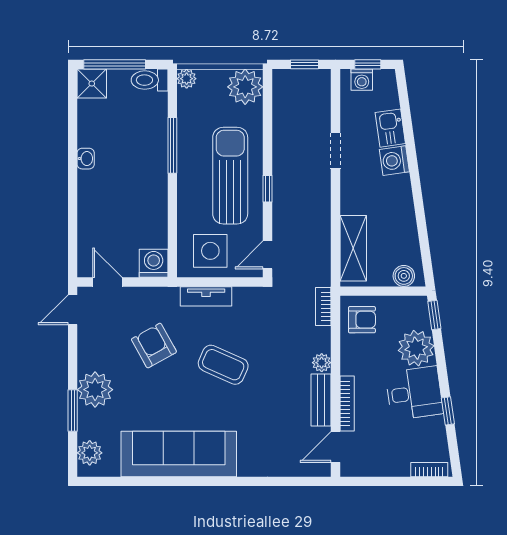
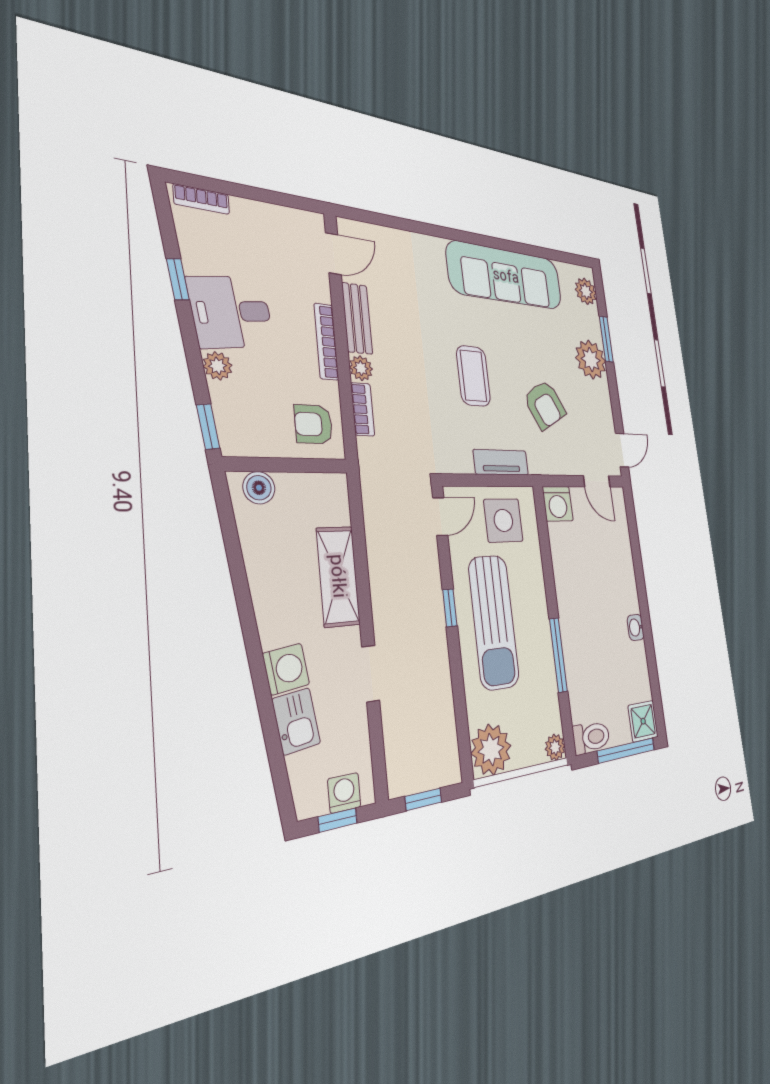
shelving: (353, 248) -> (338, 576), moved
bookcase: (323, 306) -> (363, 409), moved
plant: (416, 348) -> (218, 366), width x0.53, depth x0.53
coffee table: (223, 365) -> (473, 376), turned 66
bookcase: (347, 403) -> (326, 342), moved

